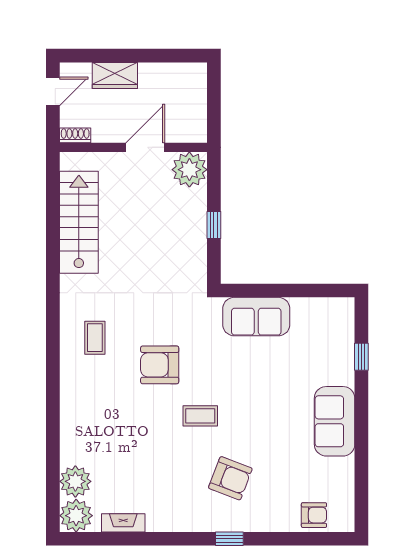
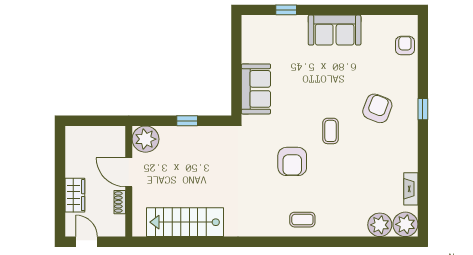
shoe rack: (75, 135) -> (120, 202), moved
coffee table: (95, 338) -> (302, 220), moved

